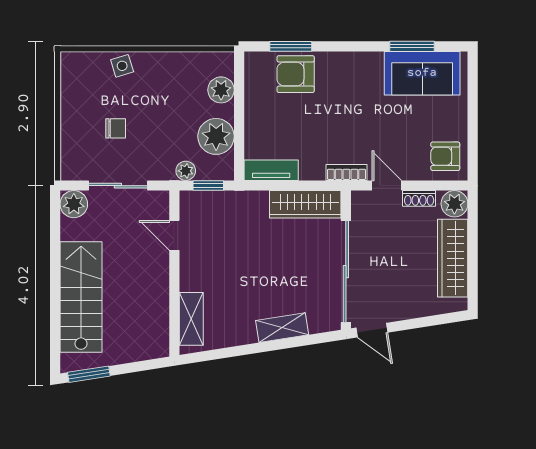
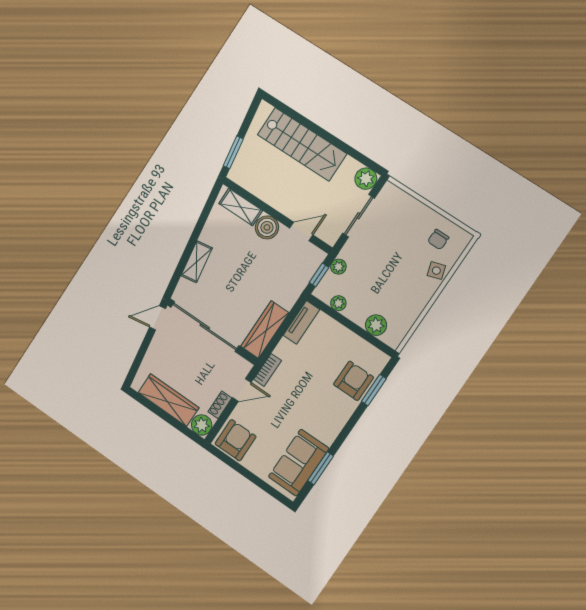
chair: (116, 128) -> (438, 239), moved
plant: (216, 136) -> (338, 303), width x0.53, depth x0.53
armchair: (445, 156) -> (236, 440), width x1.38, depth x1.38
boiler: (194, 275) -> (267, 227), added
window: (89, 374) -> (233, 152), moved

